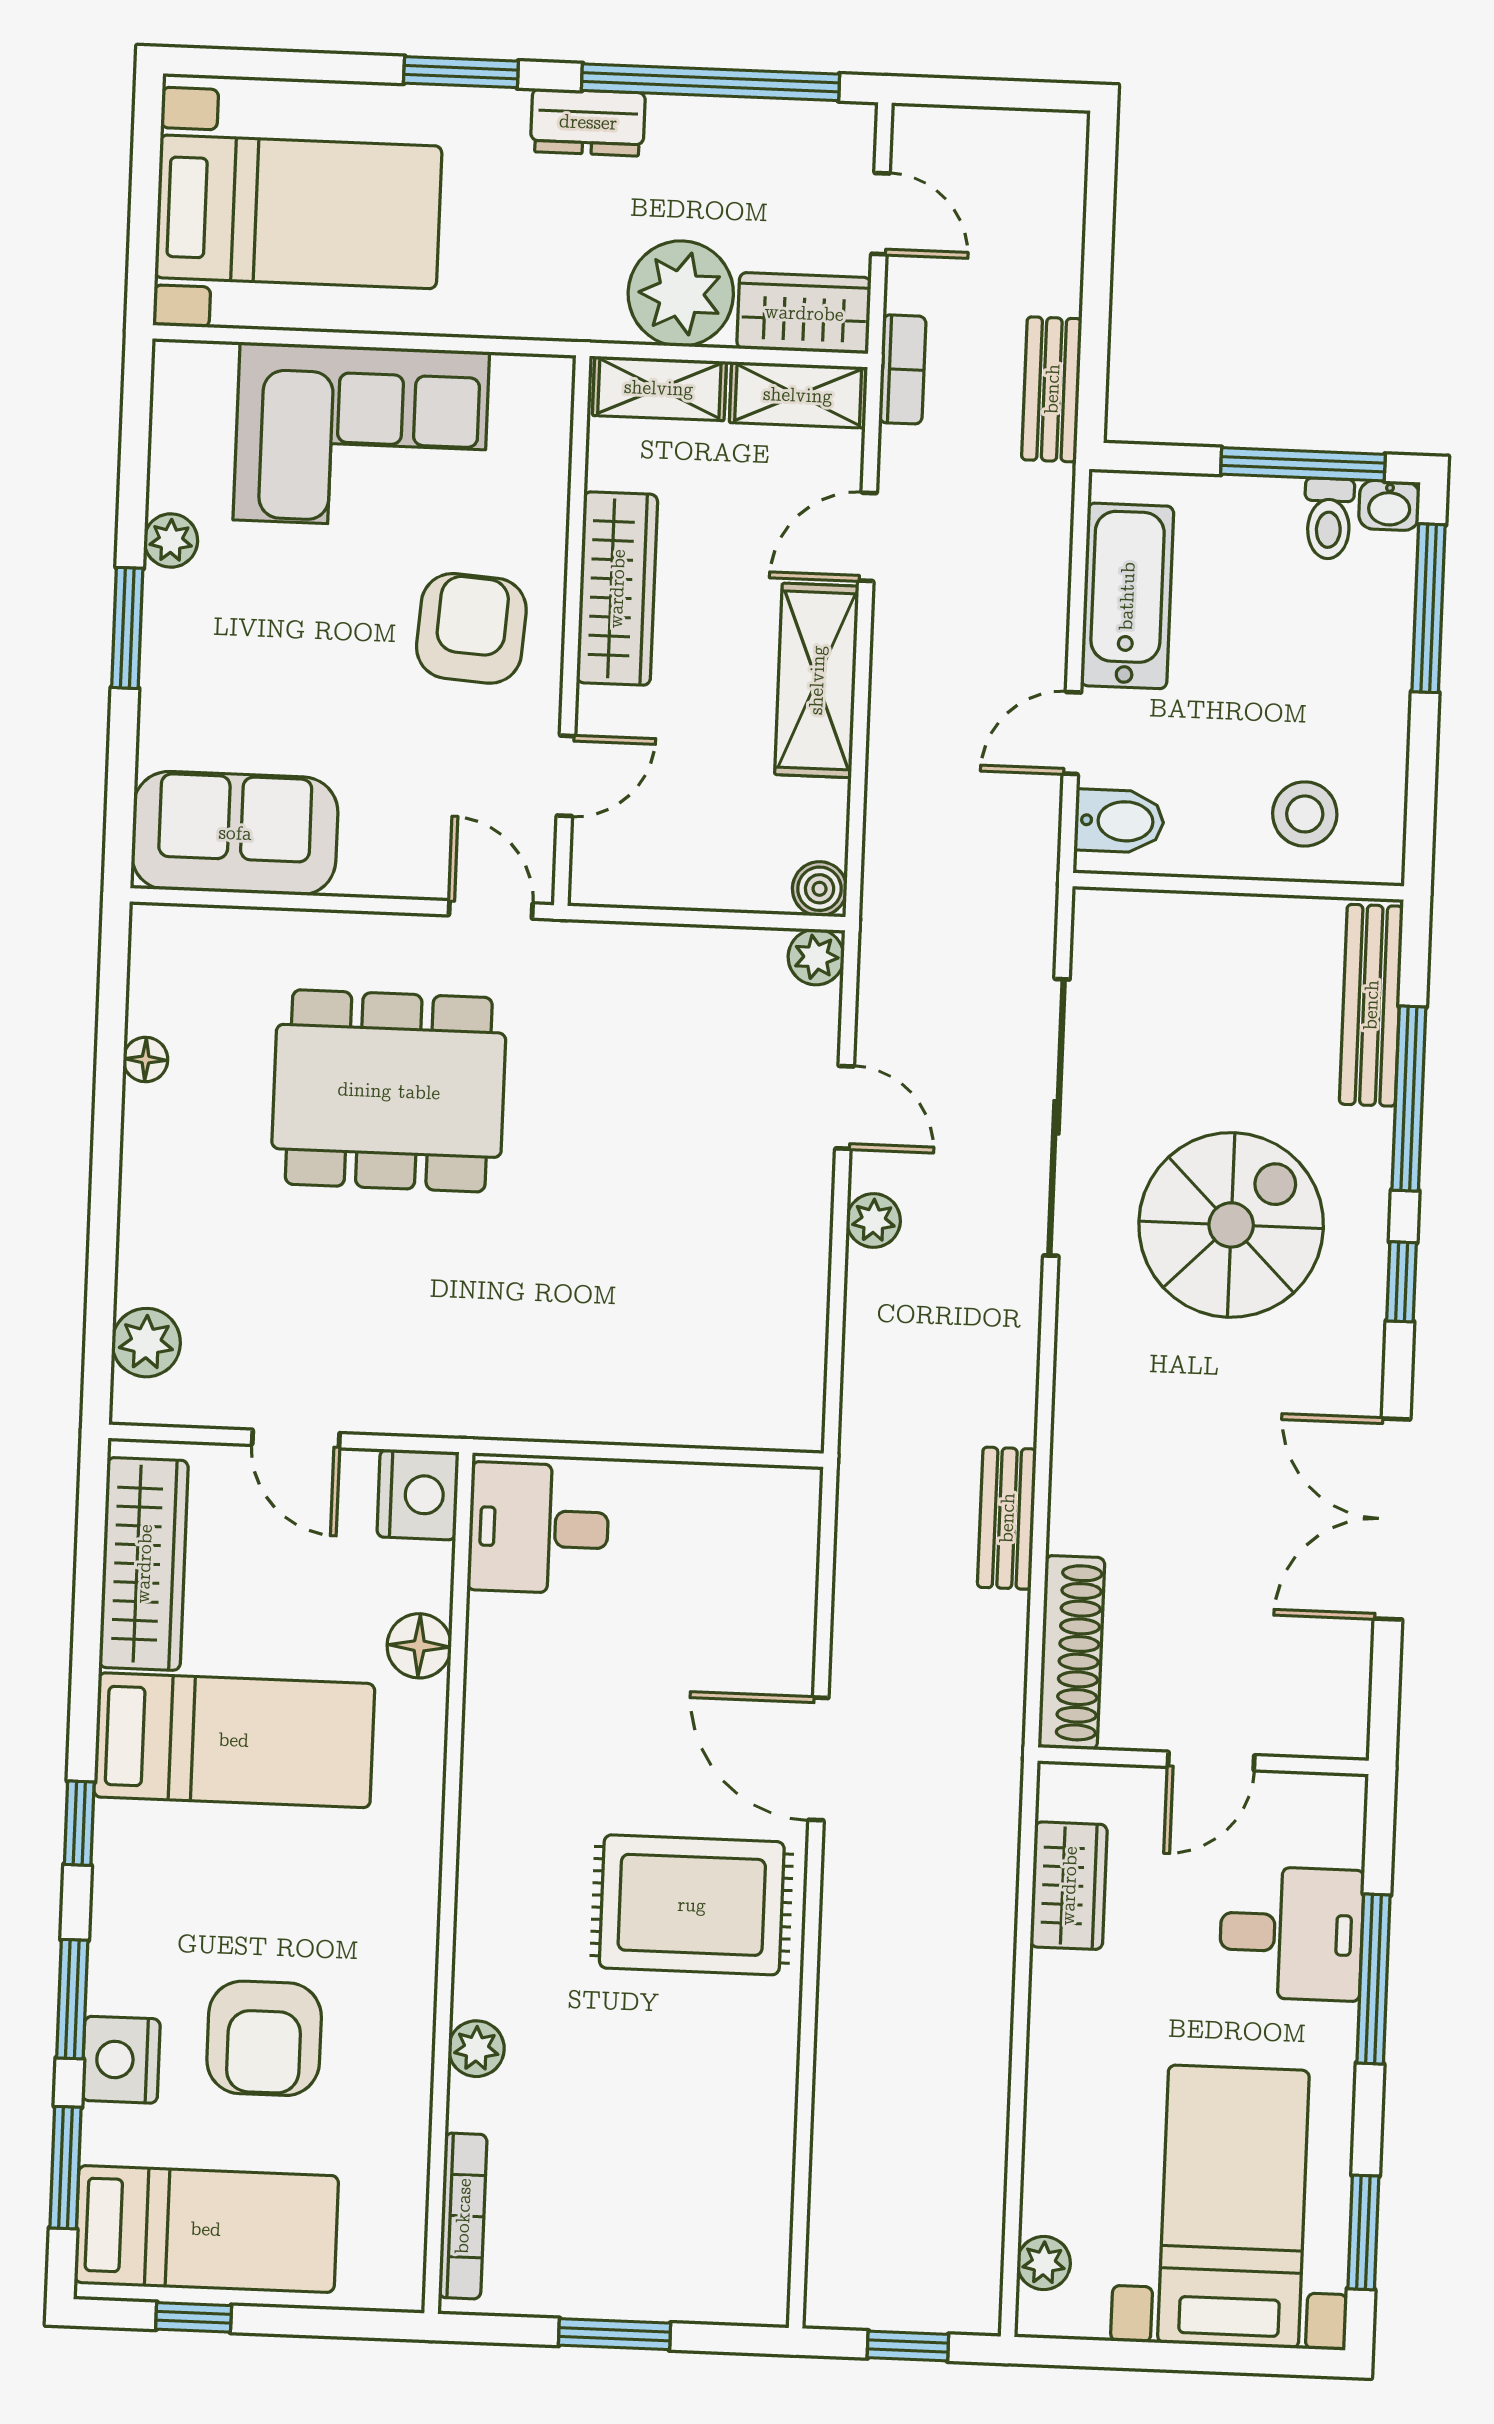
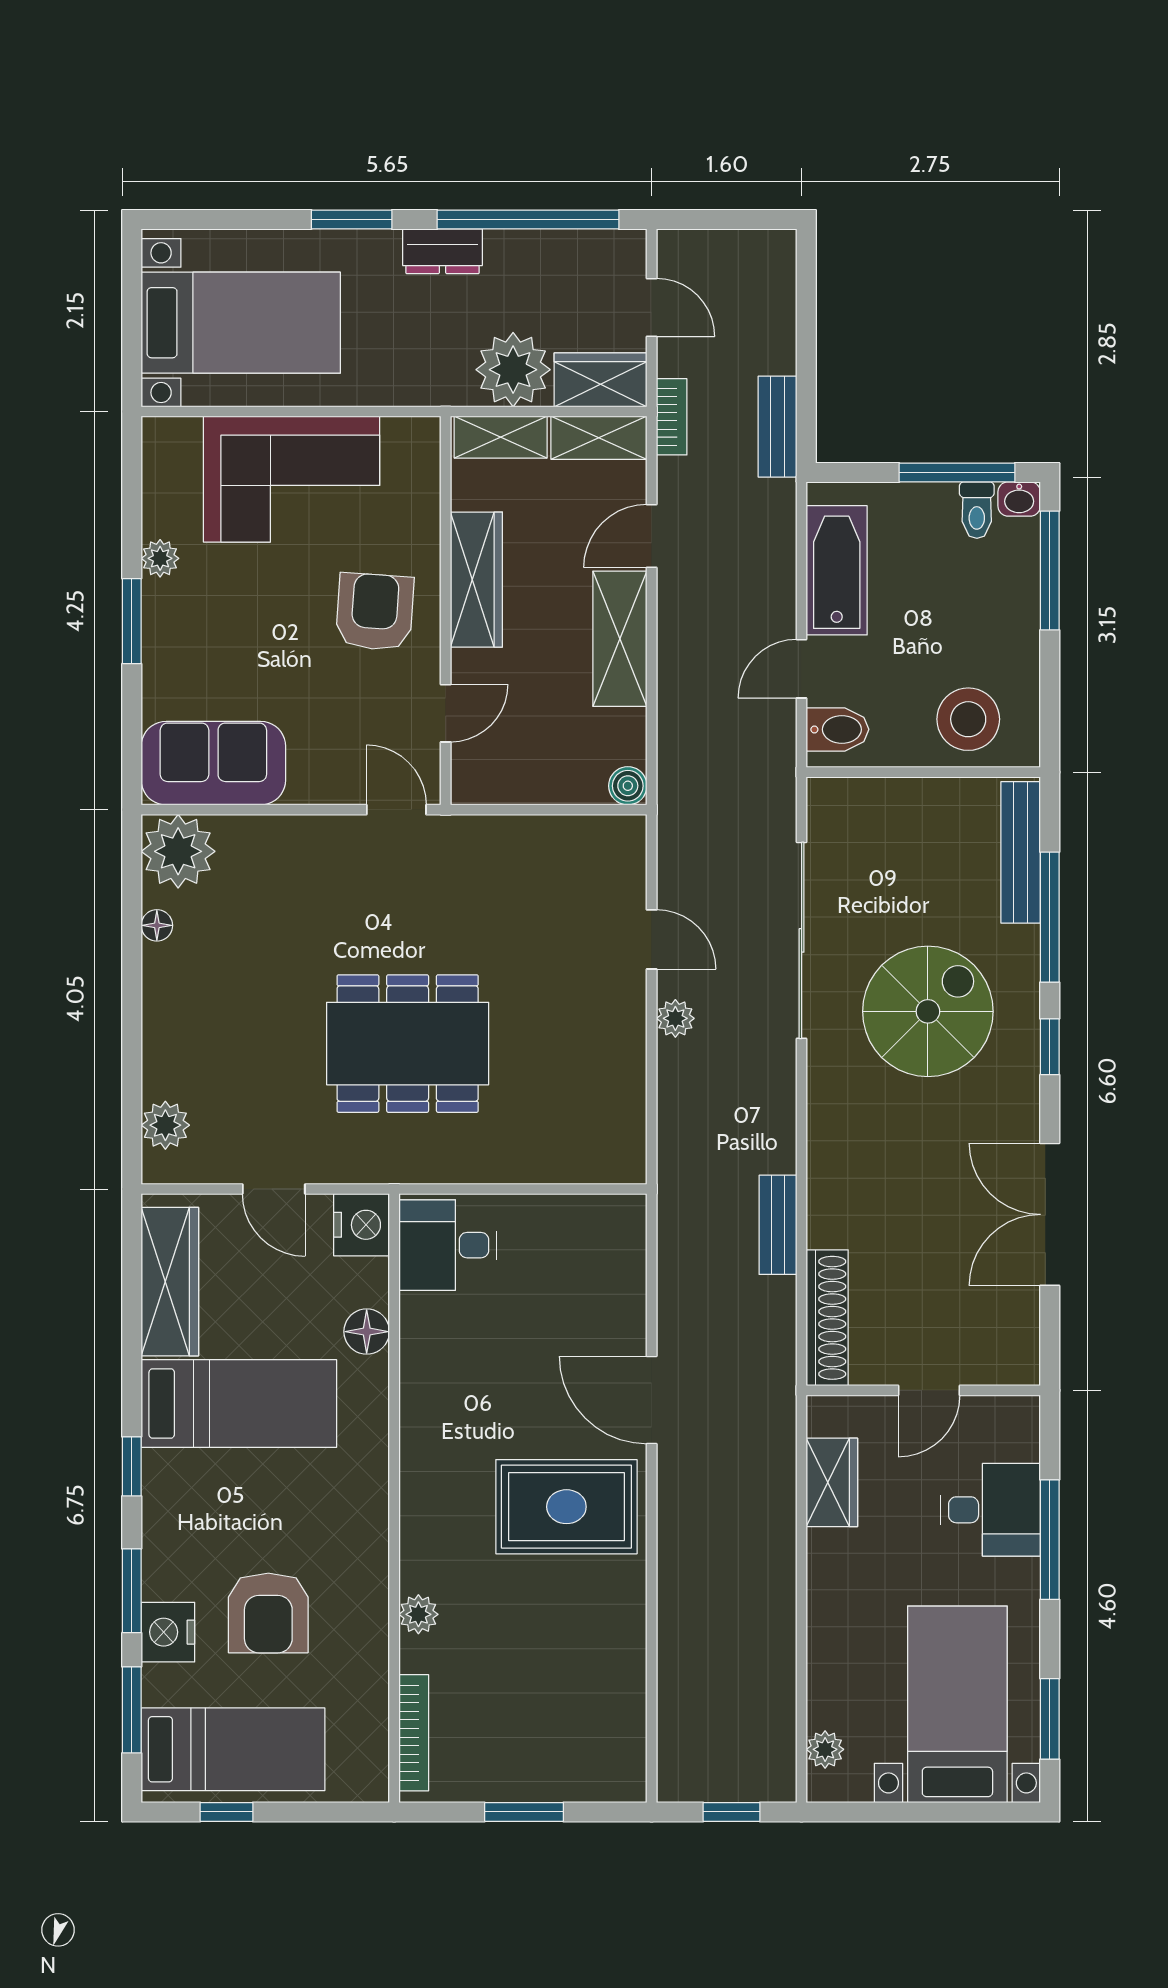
stool: (1305, 814) -> (968, 719), width x1.38, depth x1.38
plant: (816, 957) -> (178, 851), moved, width x1.88, depth x1.88
dining table: (389, 1091) -> (408, 1044), moved

